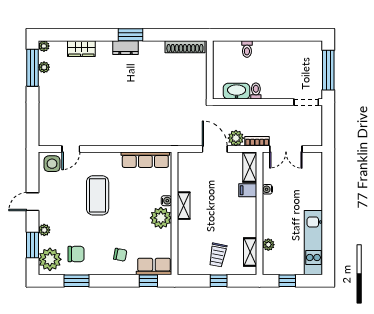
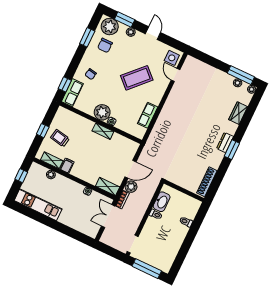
row of seats: (145, 160) -> (148, 115), width x0.68
filing cabinet: (248, 190) -> (67, 166), moved
coffee table: (98, 195) -> (137, 78), turned -46

